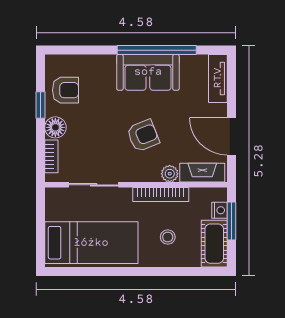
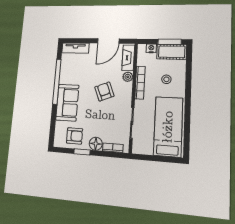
sofa: (148, 72) -> (67, 103), moved
armchair: (65, 90) -> (75, 136), turned 90
window: (231, 221) -> (170, 42), moved

